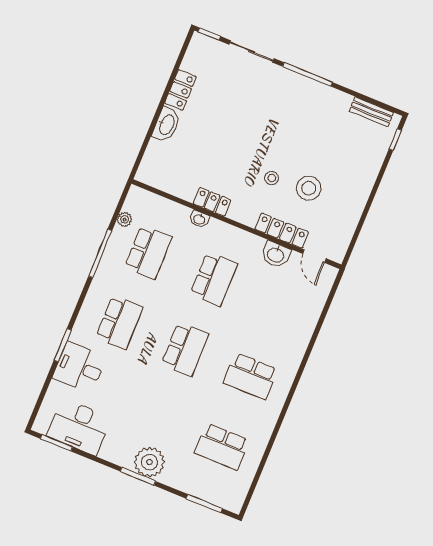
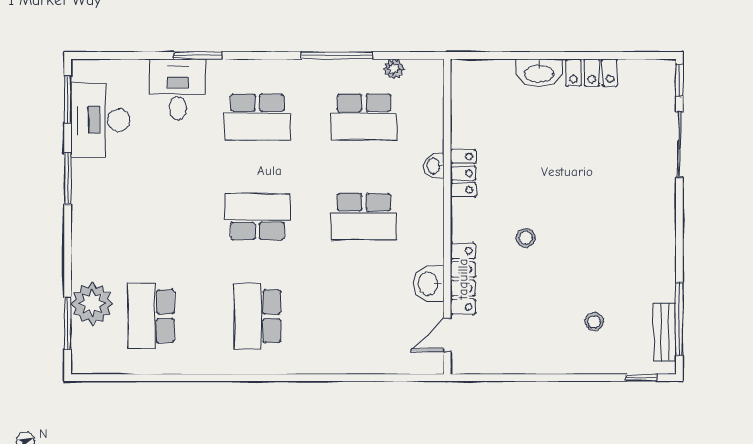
window: (307, 74) -> (679, 319), moved
stool: (309, 188) -> (594, 322), moved, width x0.53, depth x0.53
school desk: (185, 349) -> (257, 217), turned 180
plant: (149, 462) -> (92, 304), moved
window: (138, 476) -> (68, 179), moved

